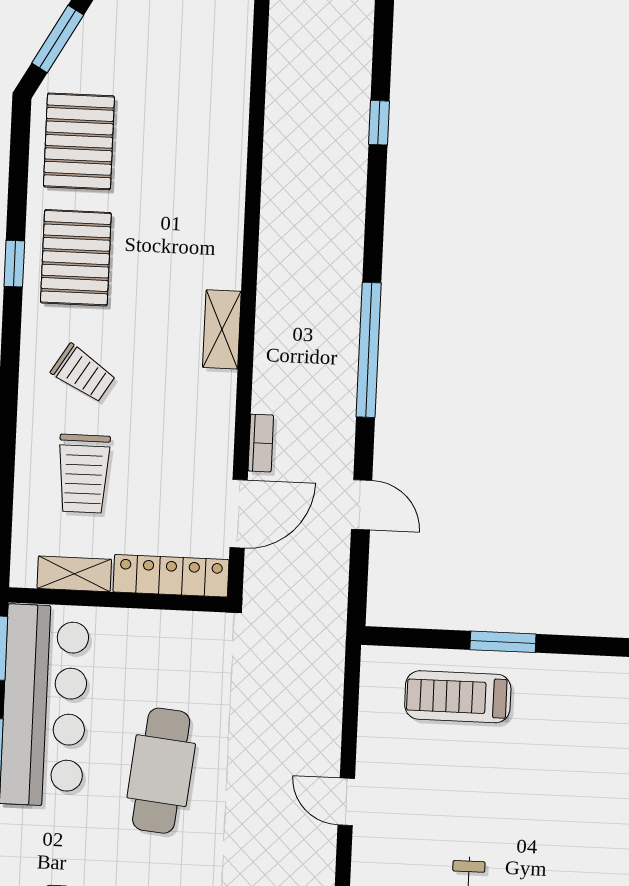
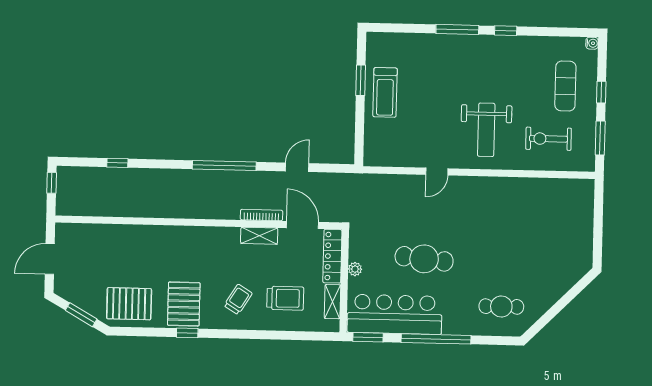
pallet: (76, 258) -> (184, 304), turned 90
shelving: (222, 329) -> (259, 236), moved
bookcase: (261, 443) -> (262, 215), width x1.56
plant: (142, 623) -> (355, 269), added
window: (503, 642) -> (361, 80), moved
treadmill: (458, 697) -> (385, 92), moved

